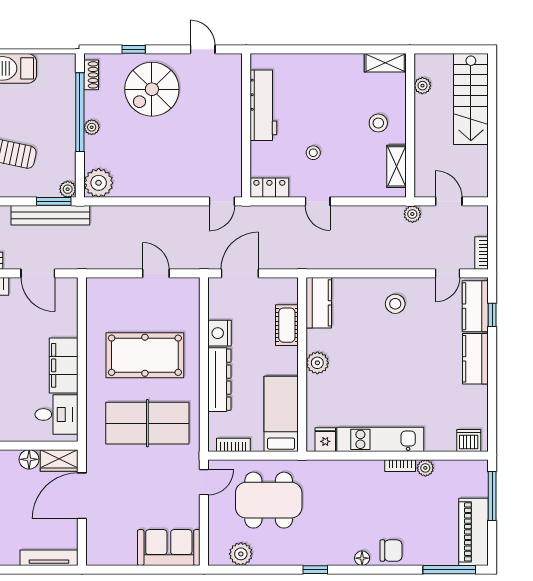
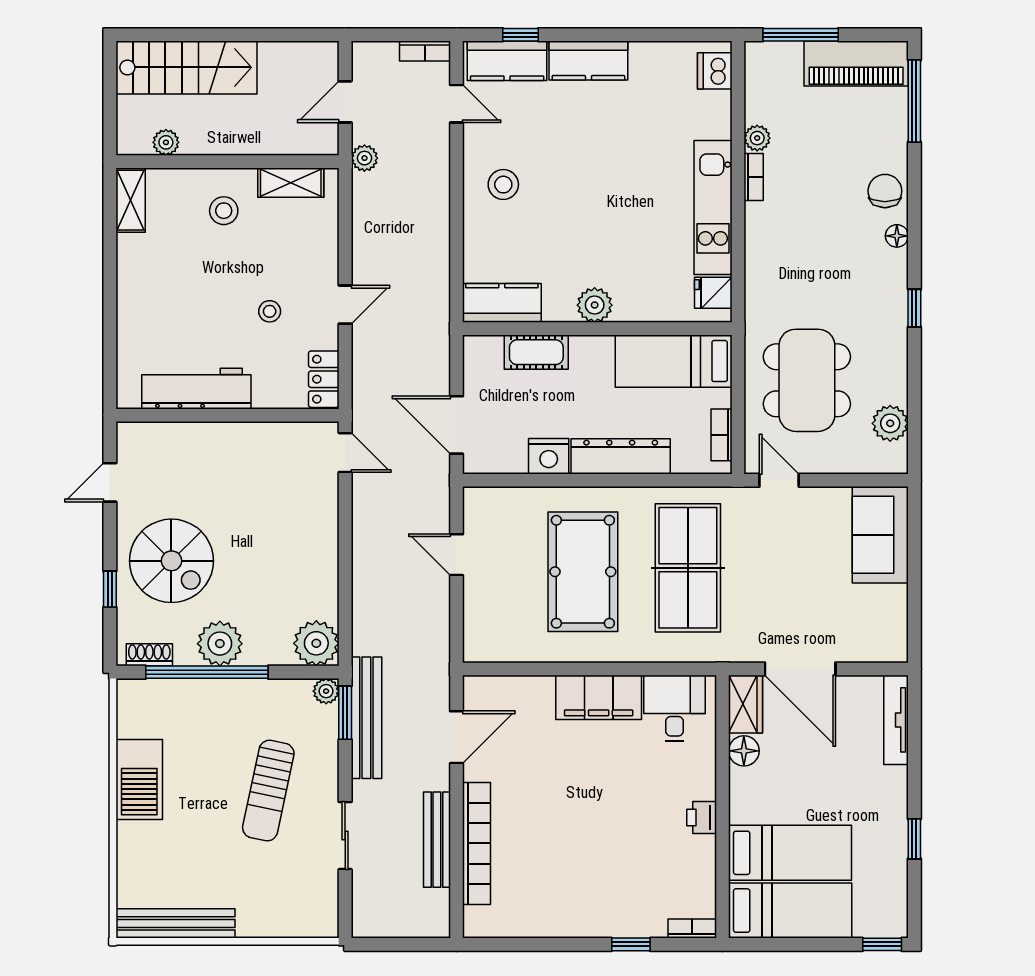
plant: (92, 127) -> (220, 644), width x1.88, depth x1.88
door: (156, 273) -> (456, 555), hinge flipped

